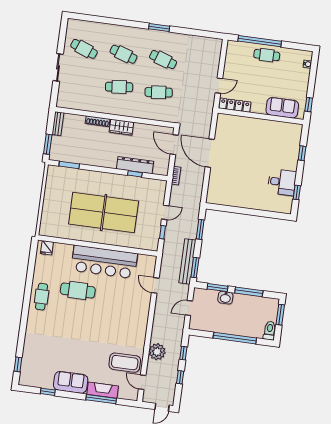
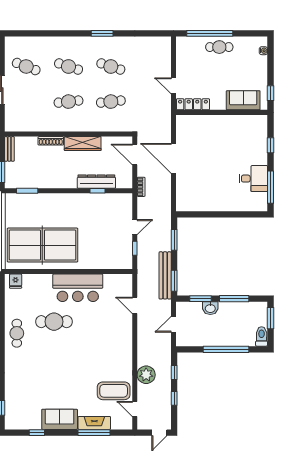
door: (219, 86) -> (173, 86), swing flipped
wardrobe: (121, 127) -> (83, 144), width x1.50
window: (297, 192) -> (270, 187), width x2.17
table tennis table: (104, 212) -> (42, 245), moved
bar counter: (104, 262) -> (78, 288), width x0.73

